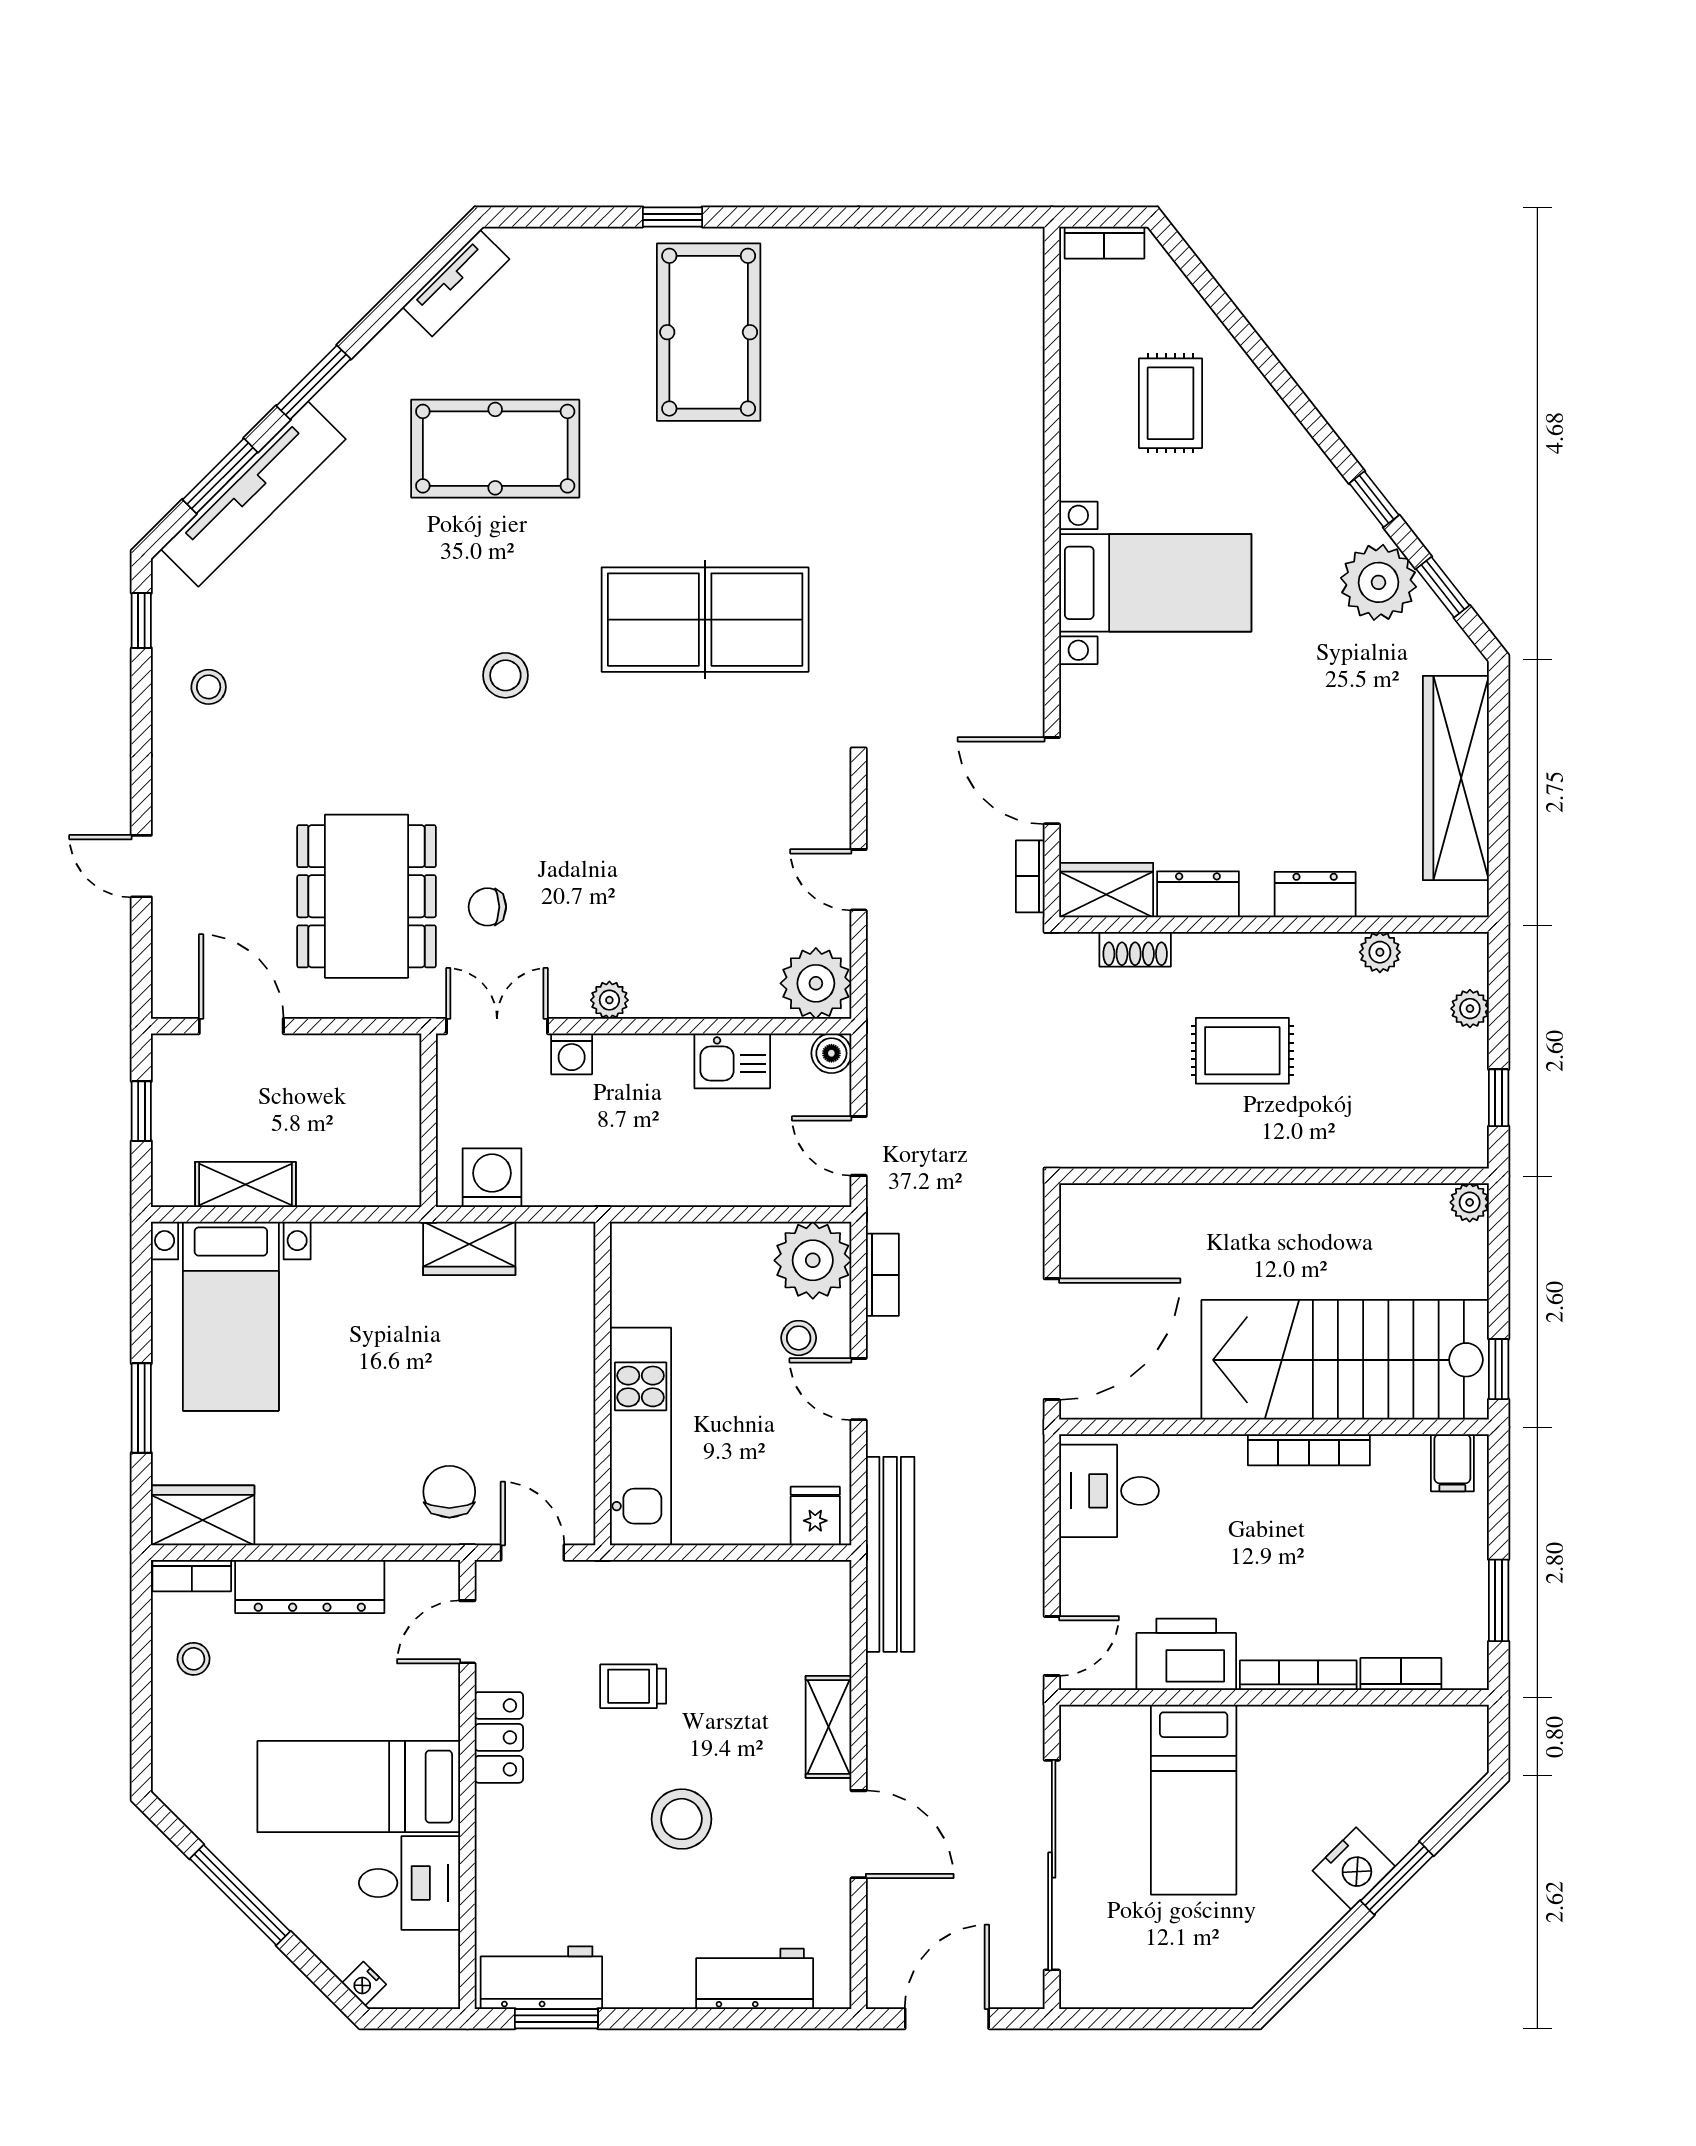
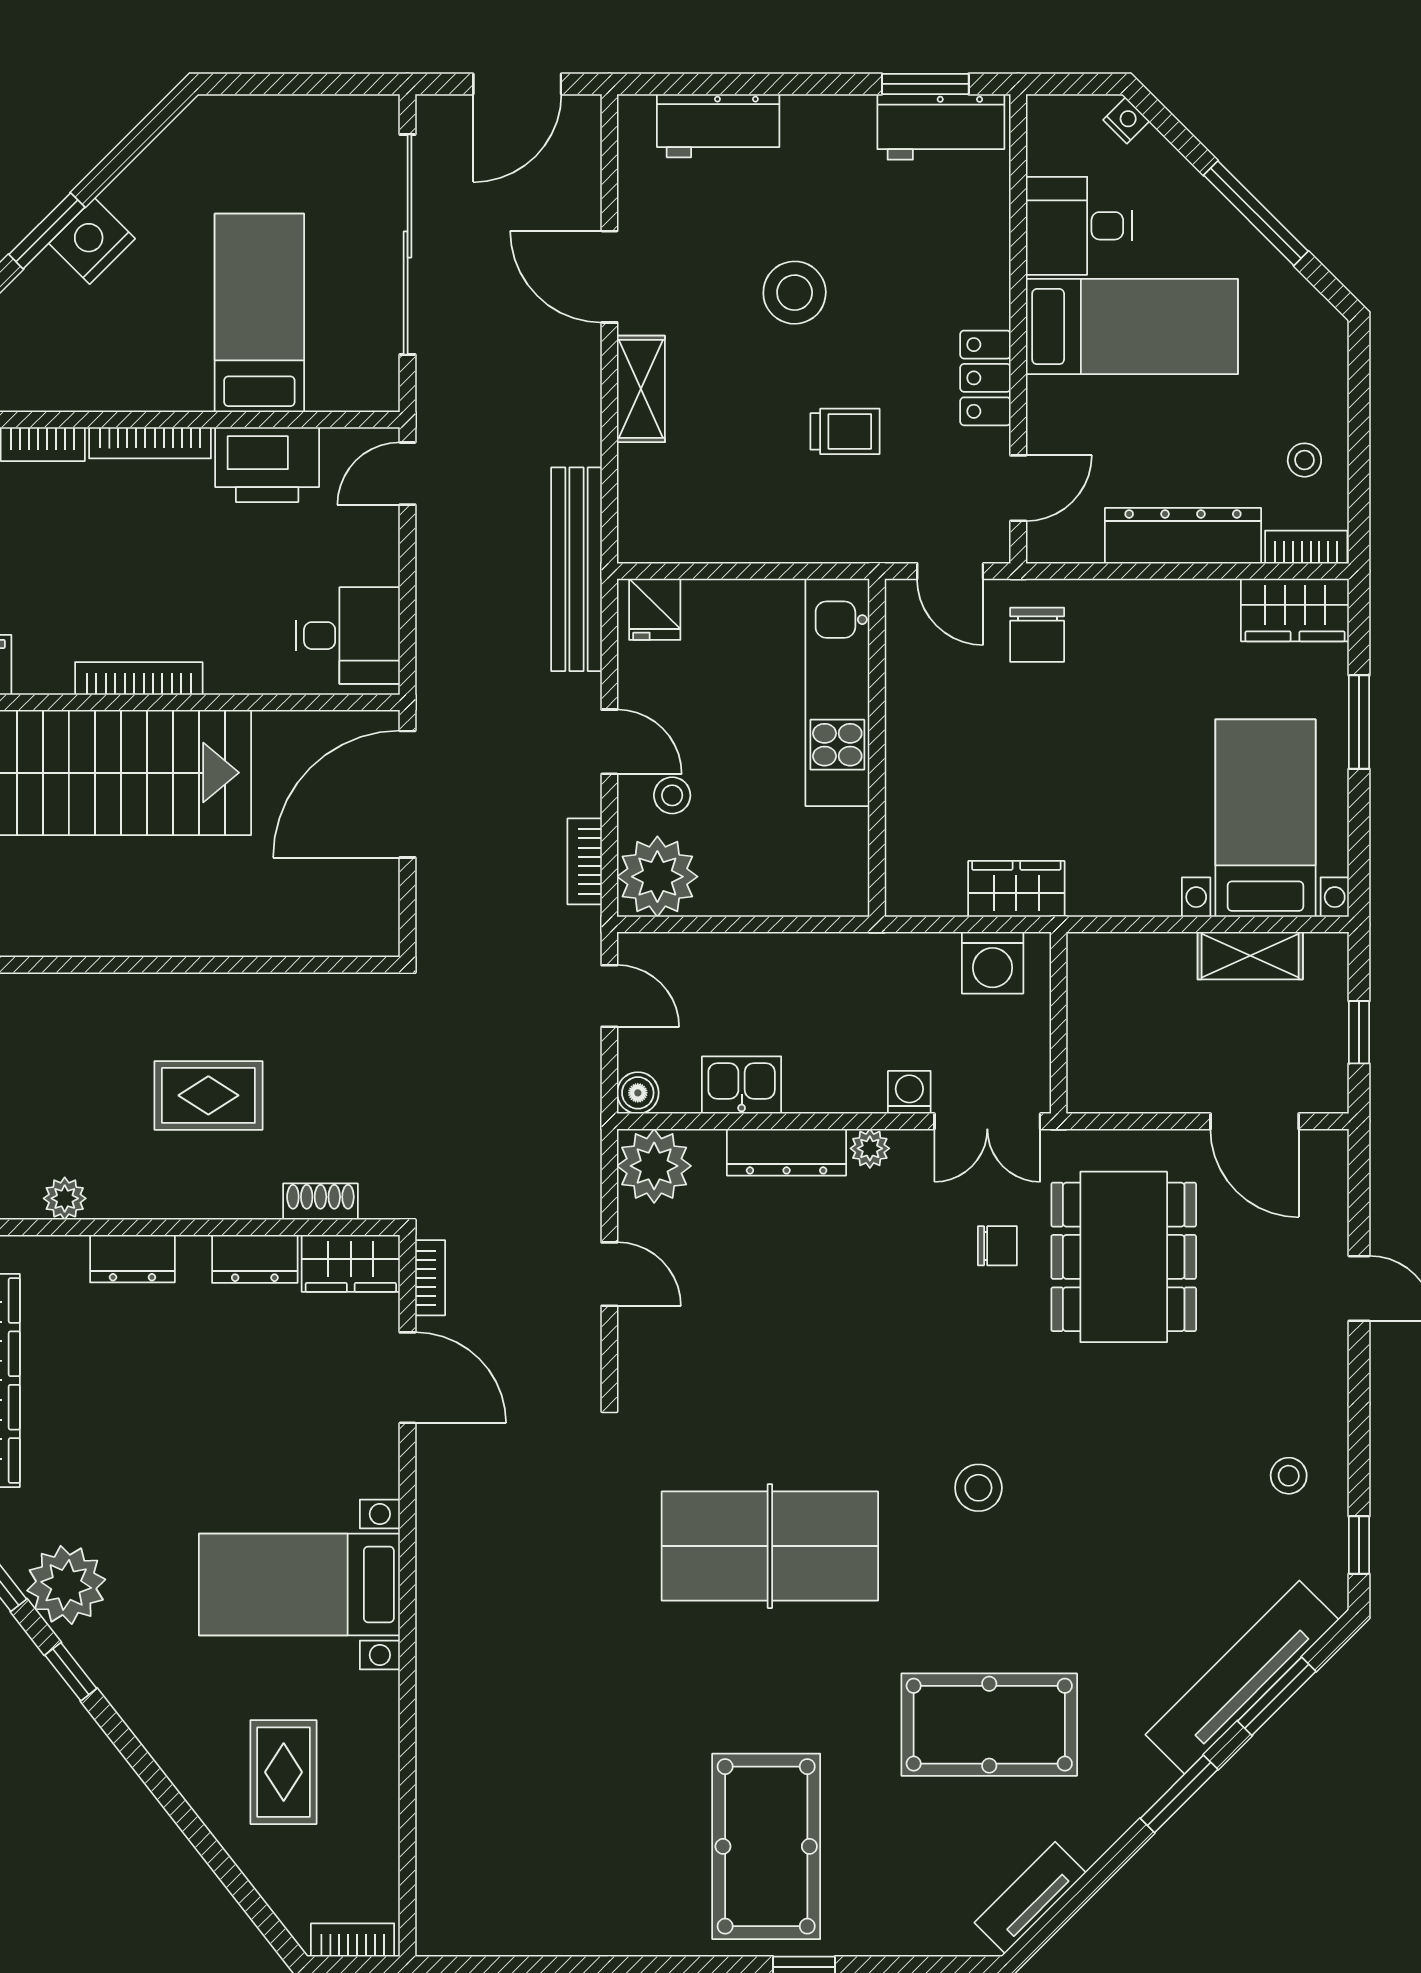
dresser: (689, 996) -> (787, 1152), added

